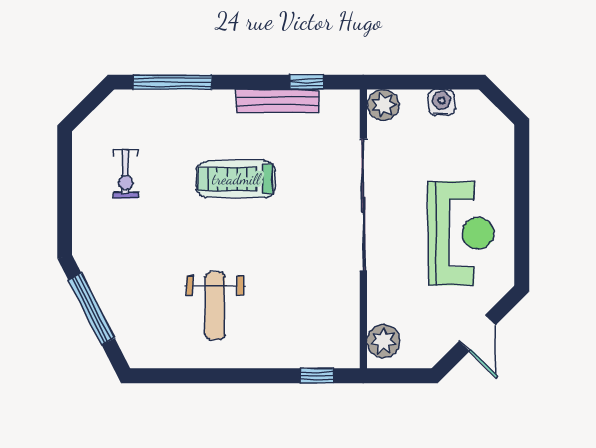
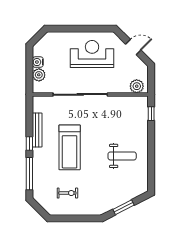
window: (307, 82) -> (29, 143), moved
plant: (383, 105) -> (39, 75), moved
treadmill: (236, 179) -> (70, 147), width x1.37, depth x1.38
window: (91, 309) -> (123, 207), width x0.69

